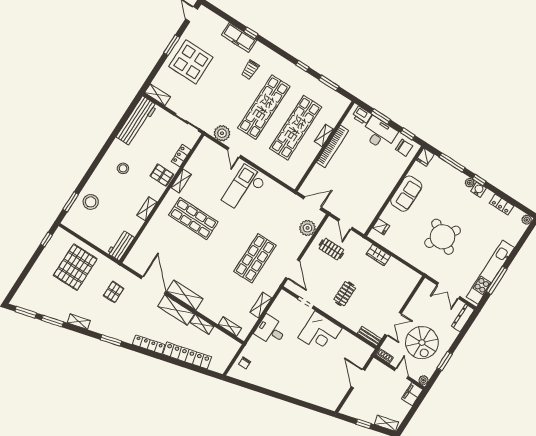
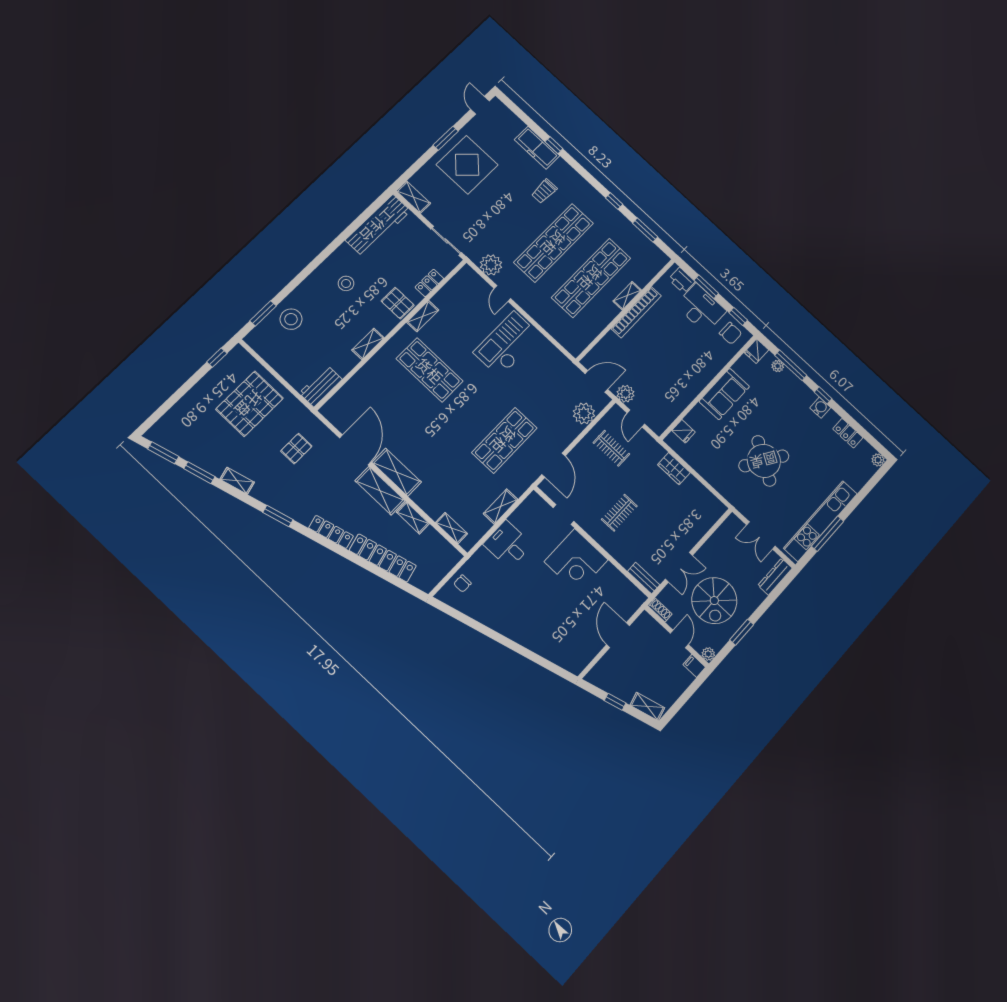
plant: (470, 183) -> (778, 366), moved
plant: (335, 208) -> (626, 394), added
filing cabinet: (412, 394) -> (694, 666), width x0.50

